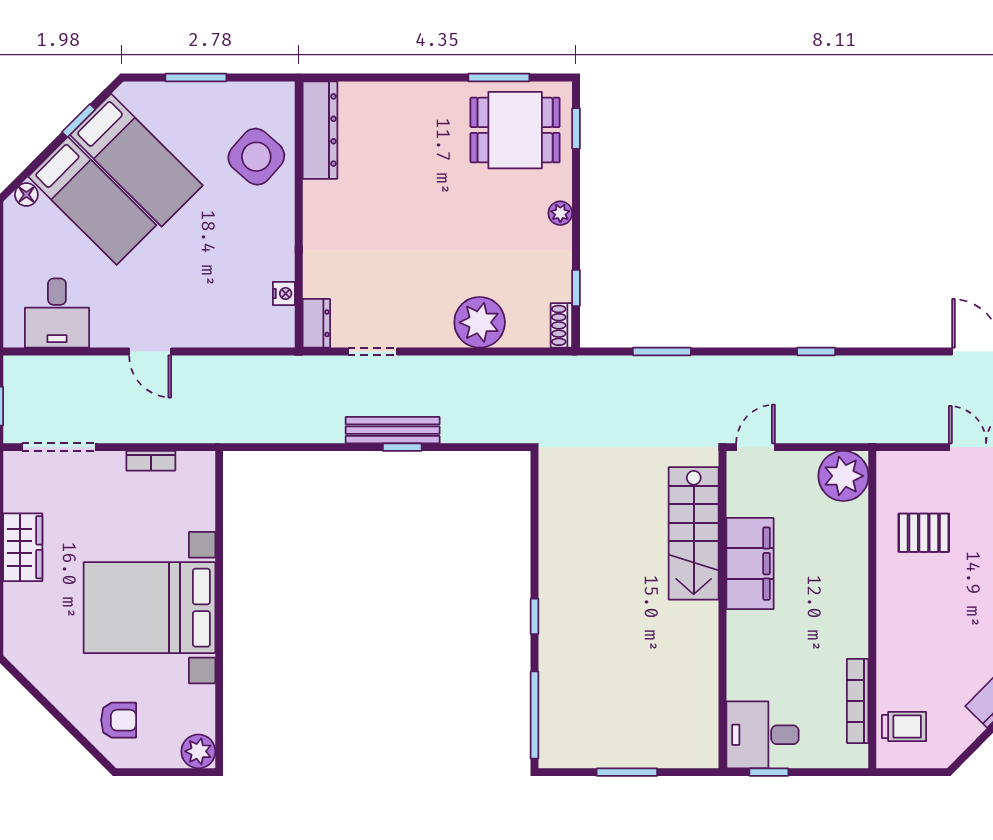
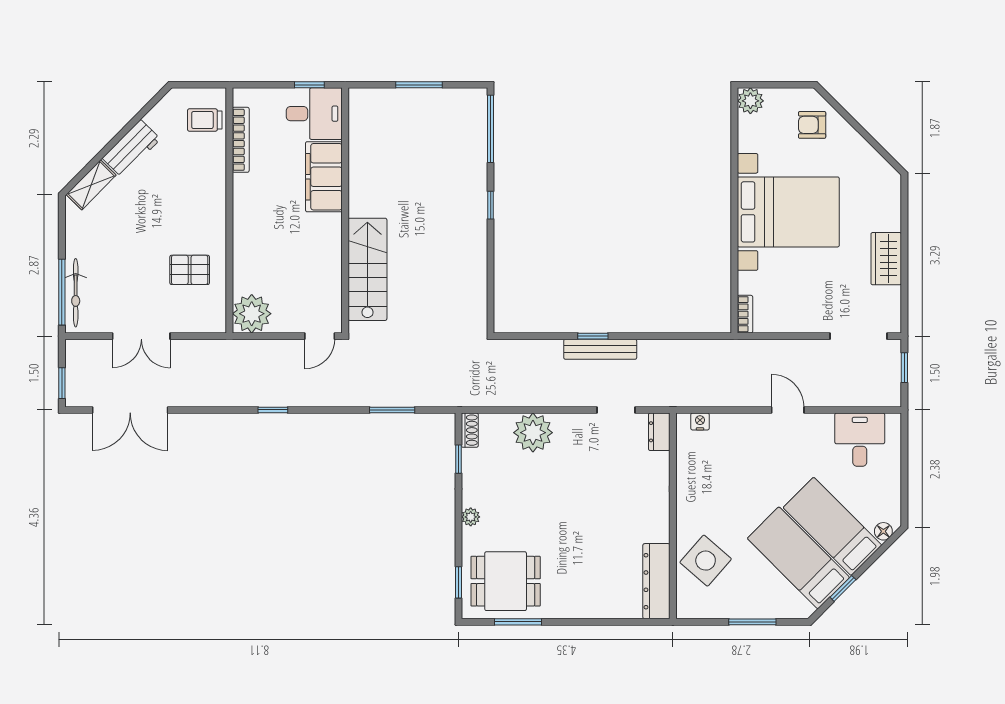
nightstand: (284, 293) -> (700, 421), moved, turned 90
bookcase: (151, 461) -> (745, 314), moved, turned 90
filing cabinet: (750, 564) -> (324, 177), moved

